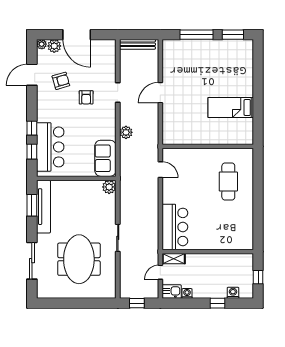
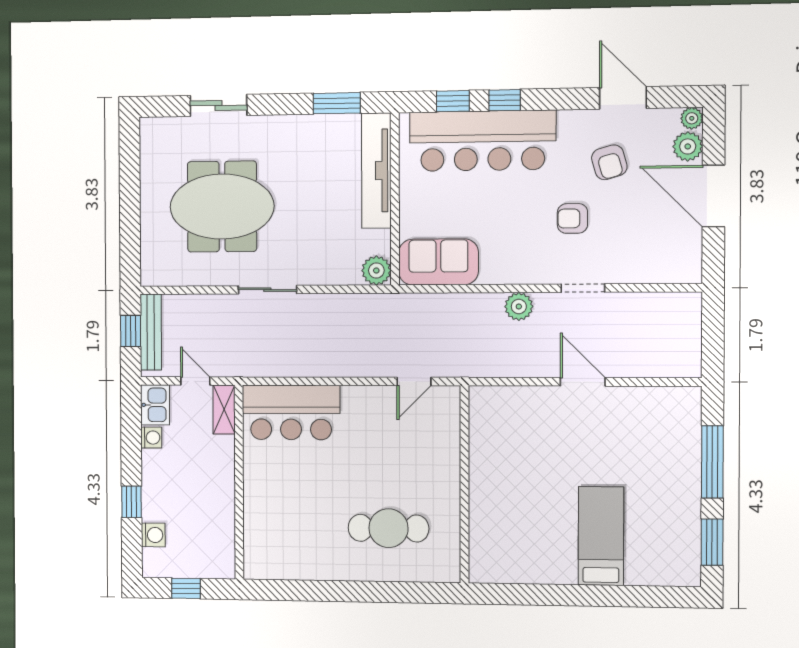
door: (77, 35) -> (713, 196), hinge flipped
bench: (137, 44) -> (151, 332), moved
bed: (231, 108) -> (601, 536), moved
plant: (126, 132) -> (519, 307), moved
bar counter: (50, 147) -> (483, 141), width x1.36
tv unit: (43, 207) -> (376, 171), moved, turned 90
sliding door: (32, 261) -> (218, 105), width x0.73

